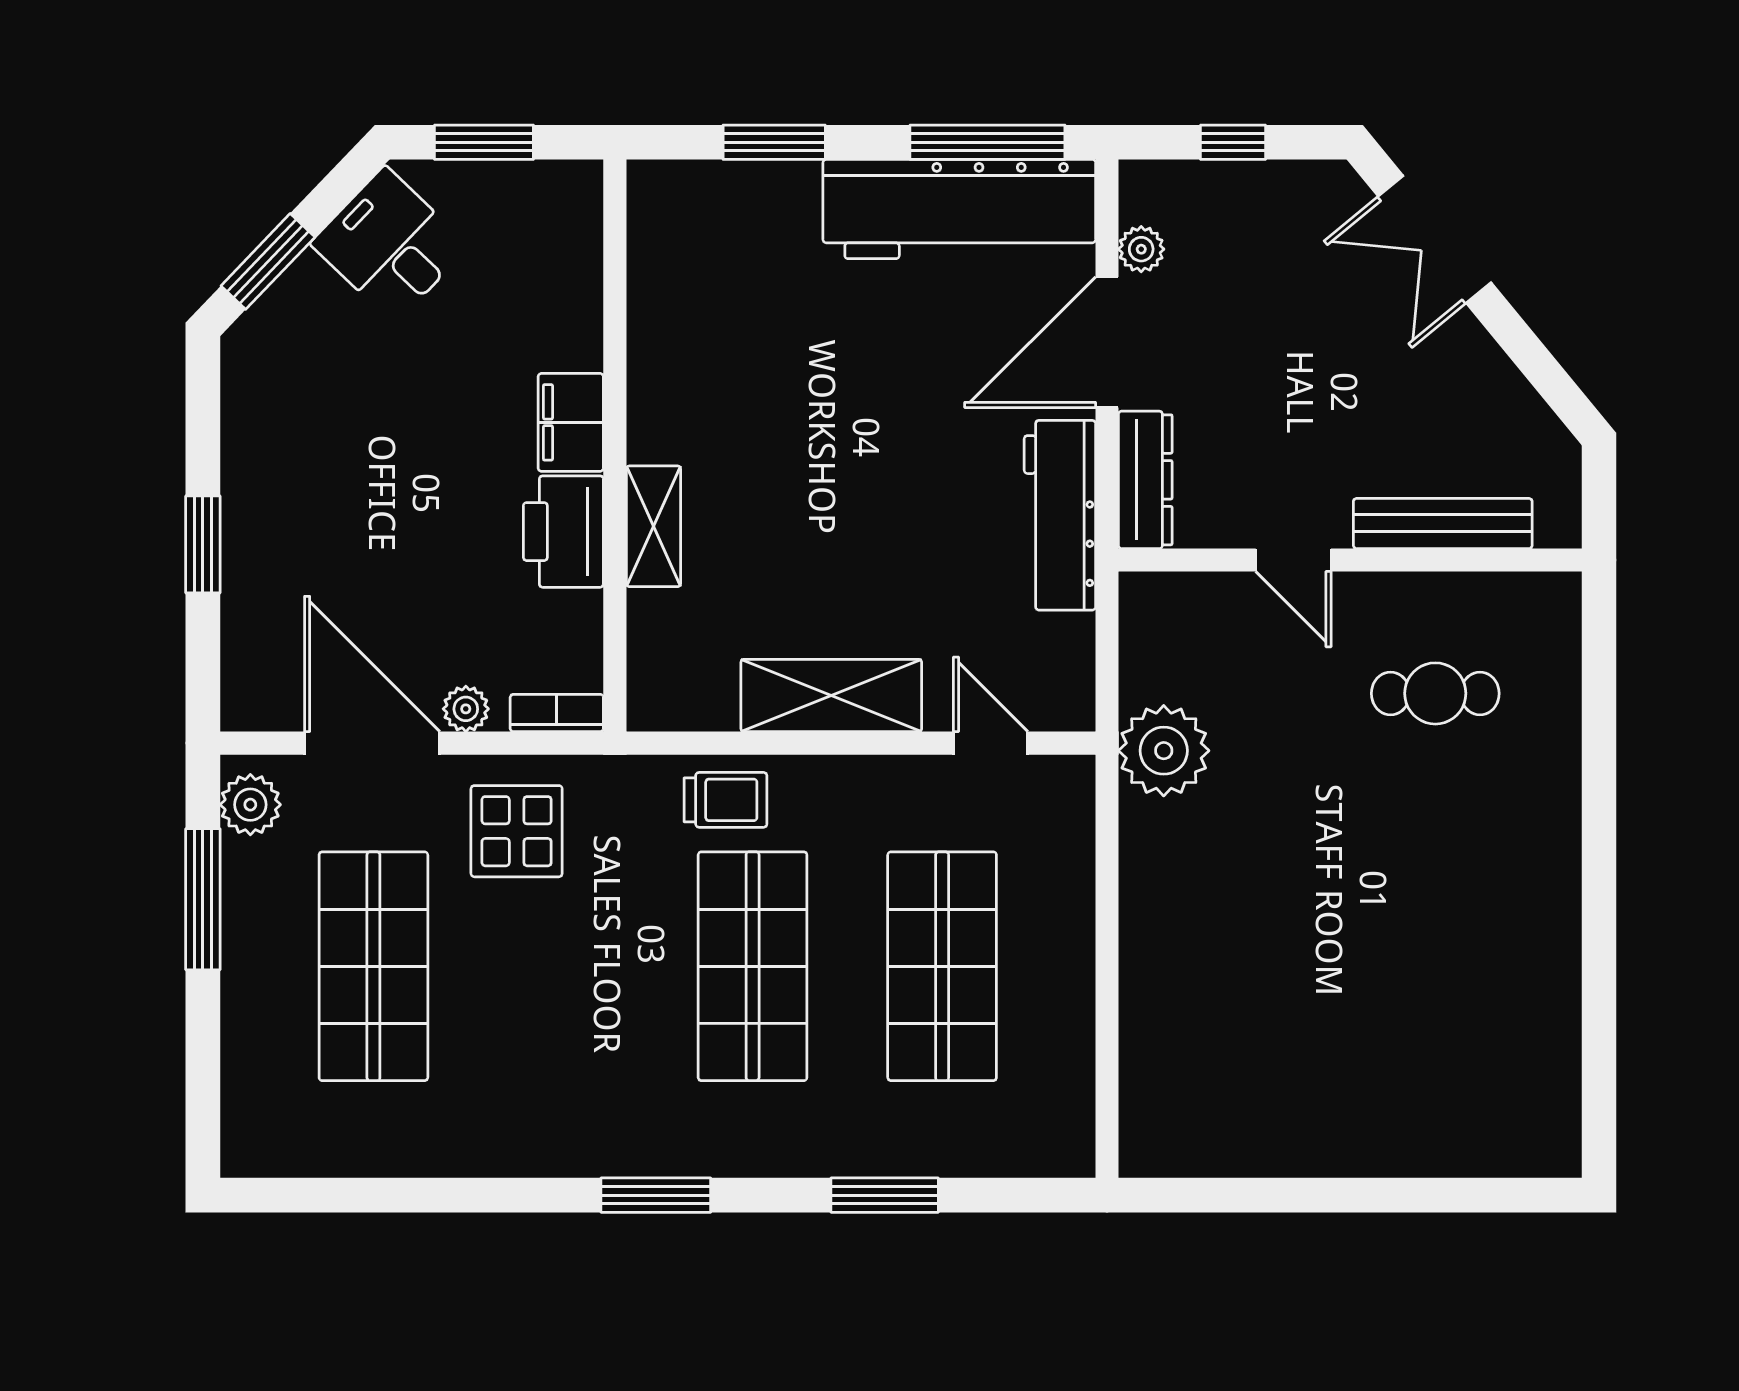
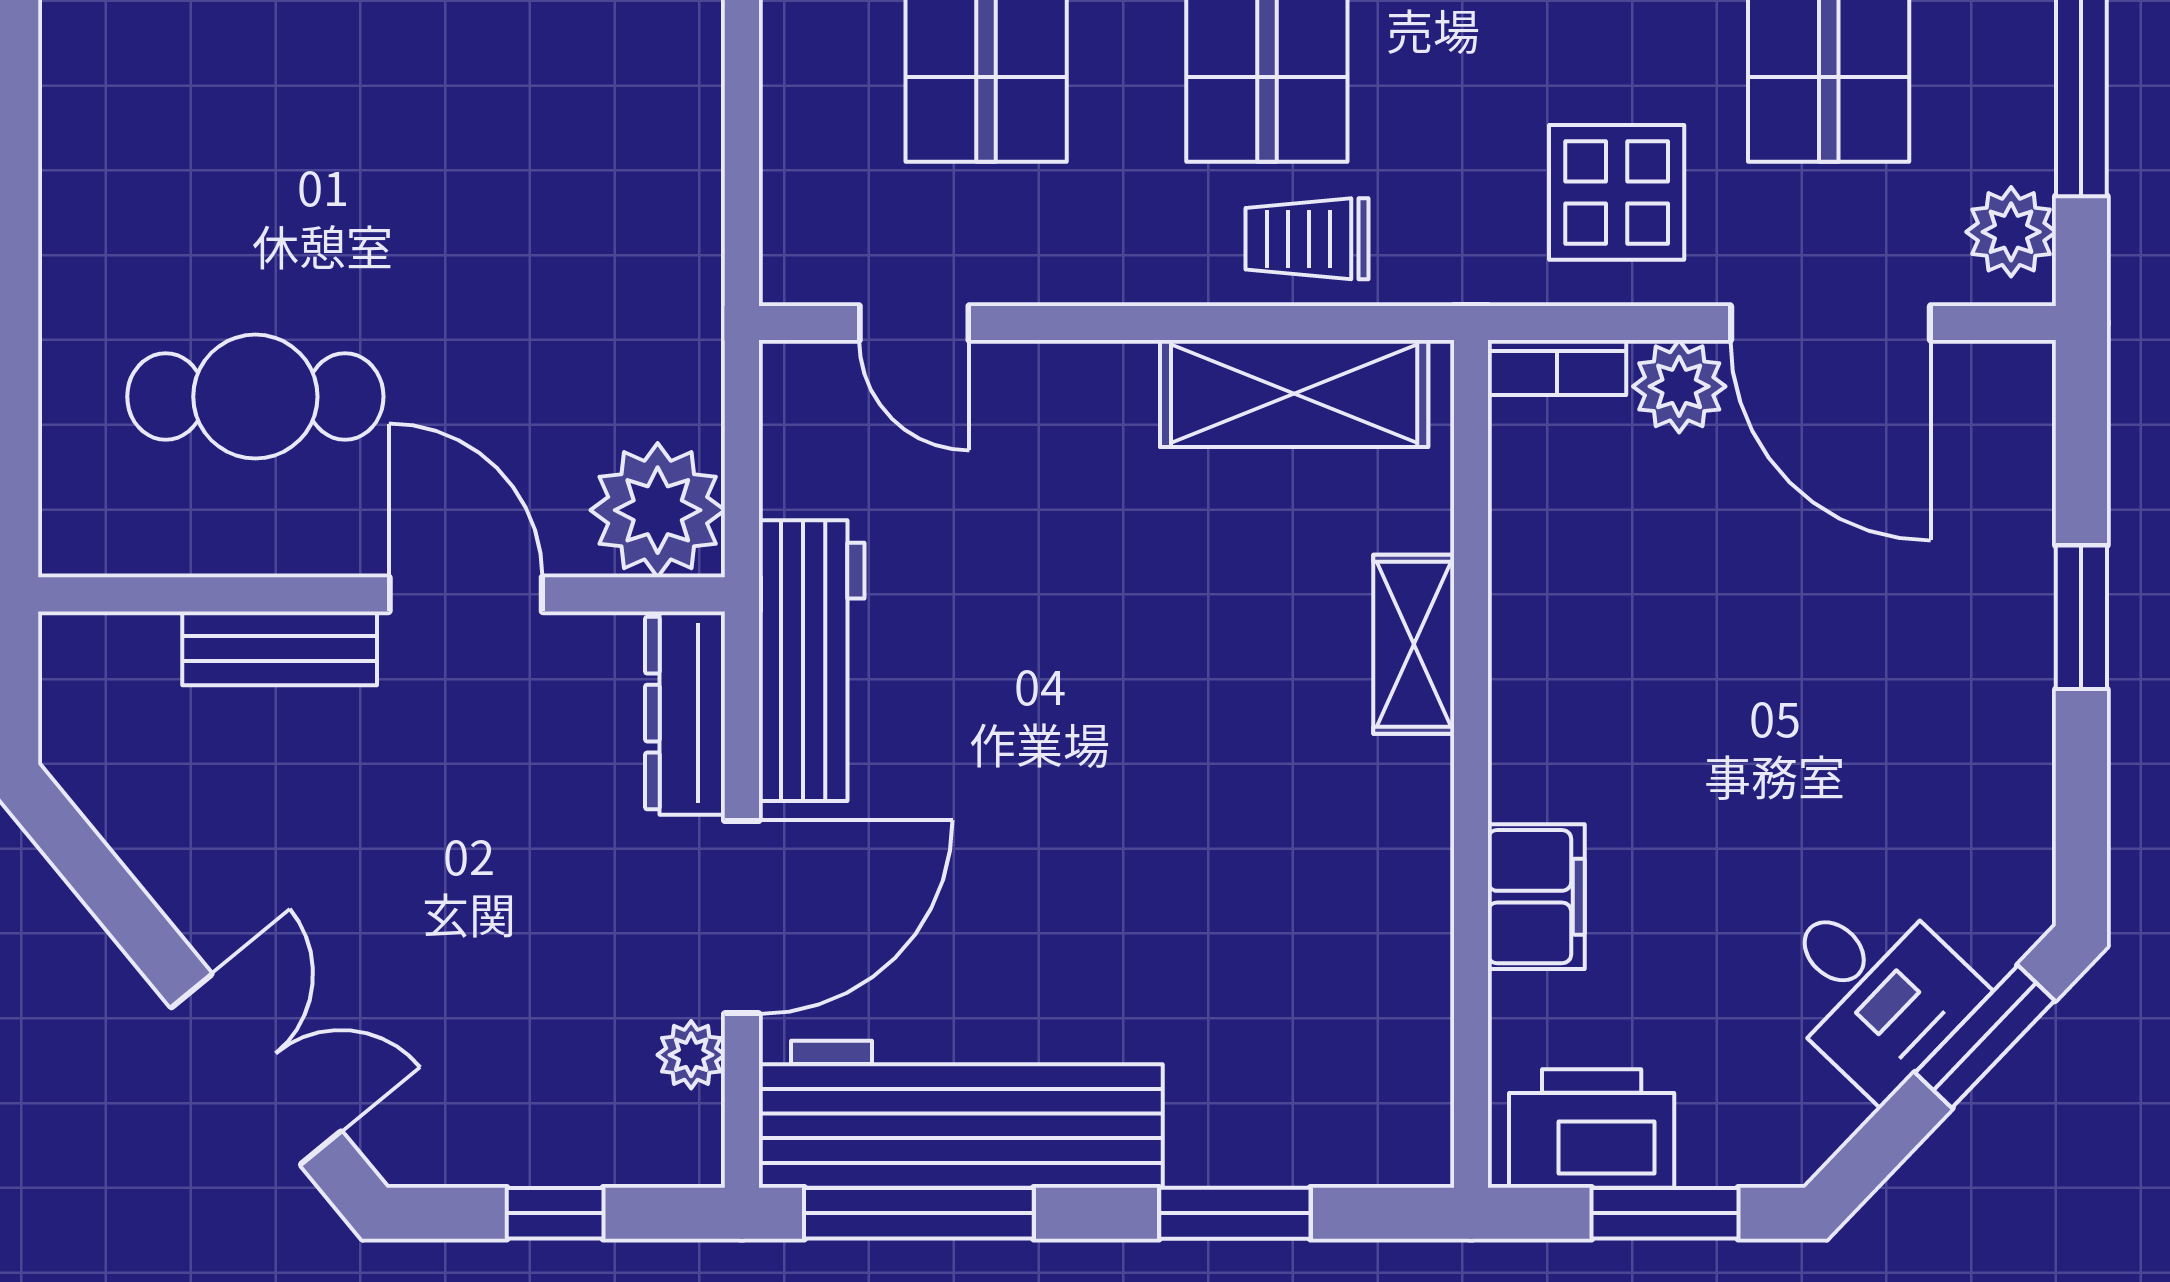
desk: (390, 245) -> (1874, 989), moved
filing cabinet: (571, 422) -> (1536, 897), moved
bench: (1443, 523) -> (280, 648), width x0.73
printer: (563, 532) -> (1592, 1129), moved, turned -90
door: (1293, 560) -> (466, 594), width x1.38
cafe table: (1435, 693) -> (255, 397), width x1.37, depth x1.35
shelving: (831, 695) -> (1294, 394), moved
plant: (466, 709) -> (1679, 386), width x1.38, depth x1.38
plant: (1164, 751) -> (658, 510), moved

